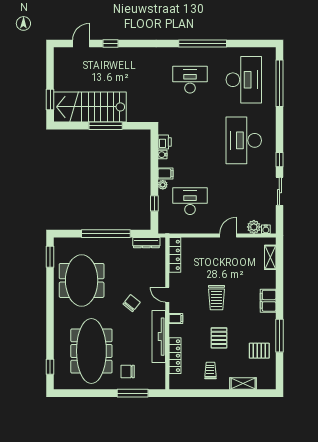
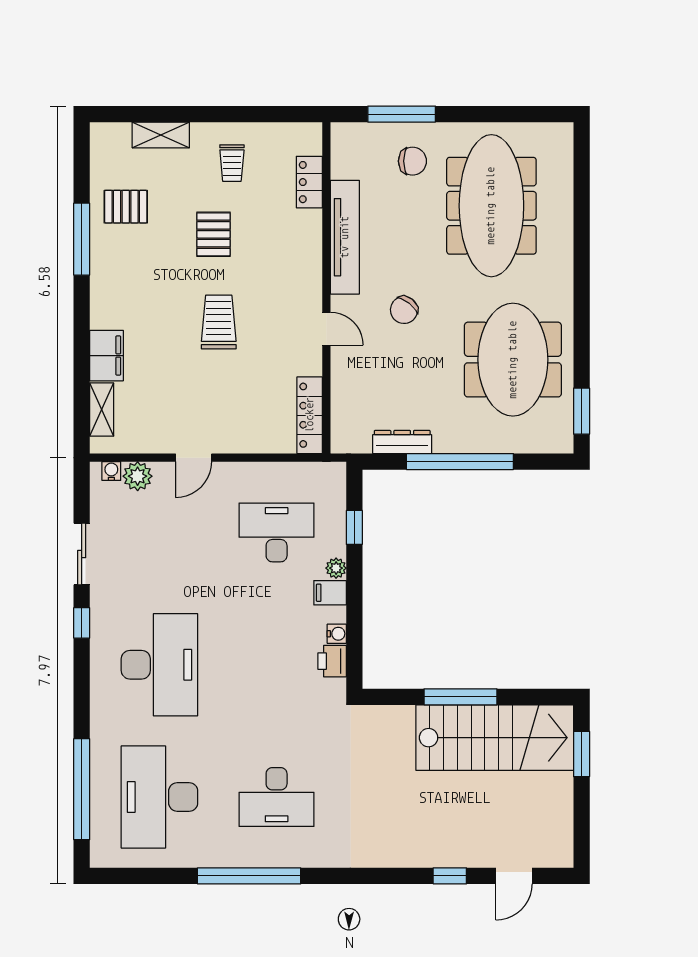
desk: (190, 201) -> (277, 532), turned 180
dresser: (146, 243) -> (402, 442), moved
filing cabinet: (268, 301) -> (107, 356), moved
filing cabinet: (176, 319) -> (307, 276), removed
locker: (175, 356) -> (309, 182), width x0.66
window: (50, 367) -> (582, 171), removed

